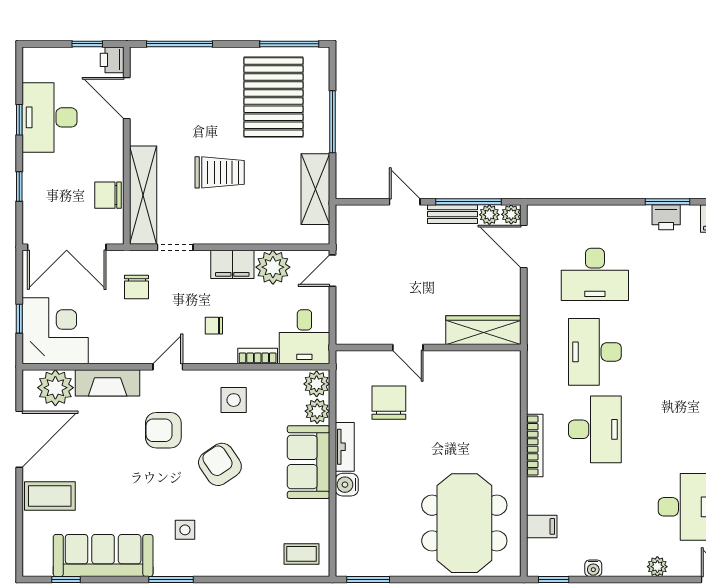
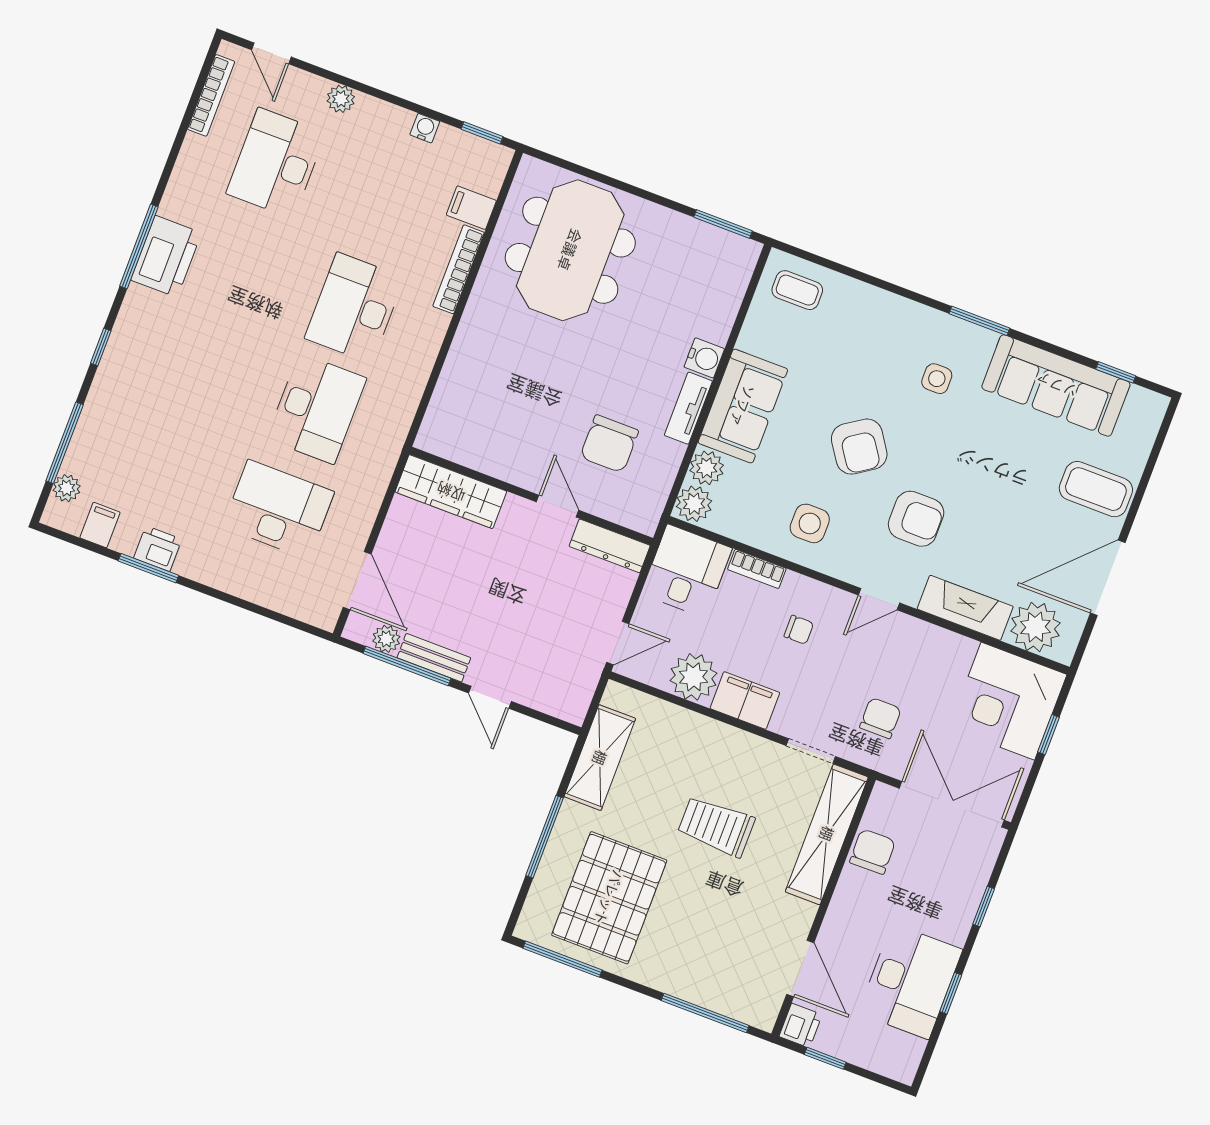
chair: (108, 195) -> (872, 852), turned -91
plant: (511, 214) -> (358, 628), removed
dresser: (363, 334) -> (610, 546), added
bookcase: (535, 446) -> (459, 269), moved

